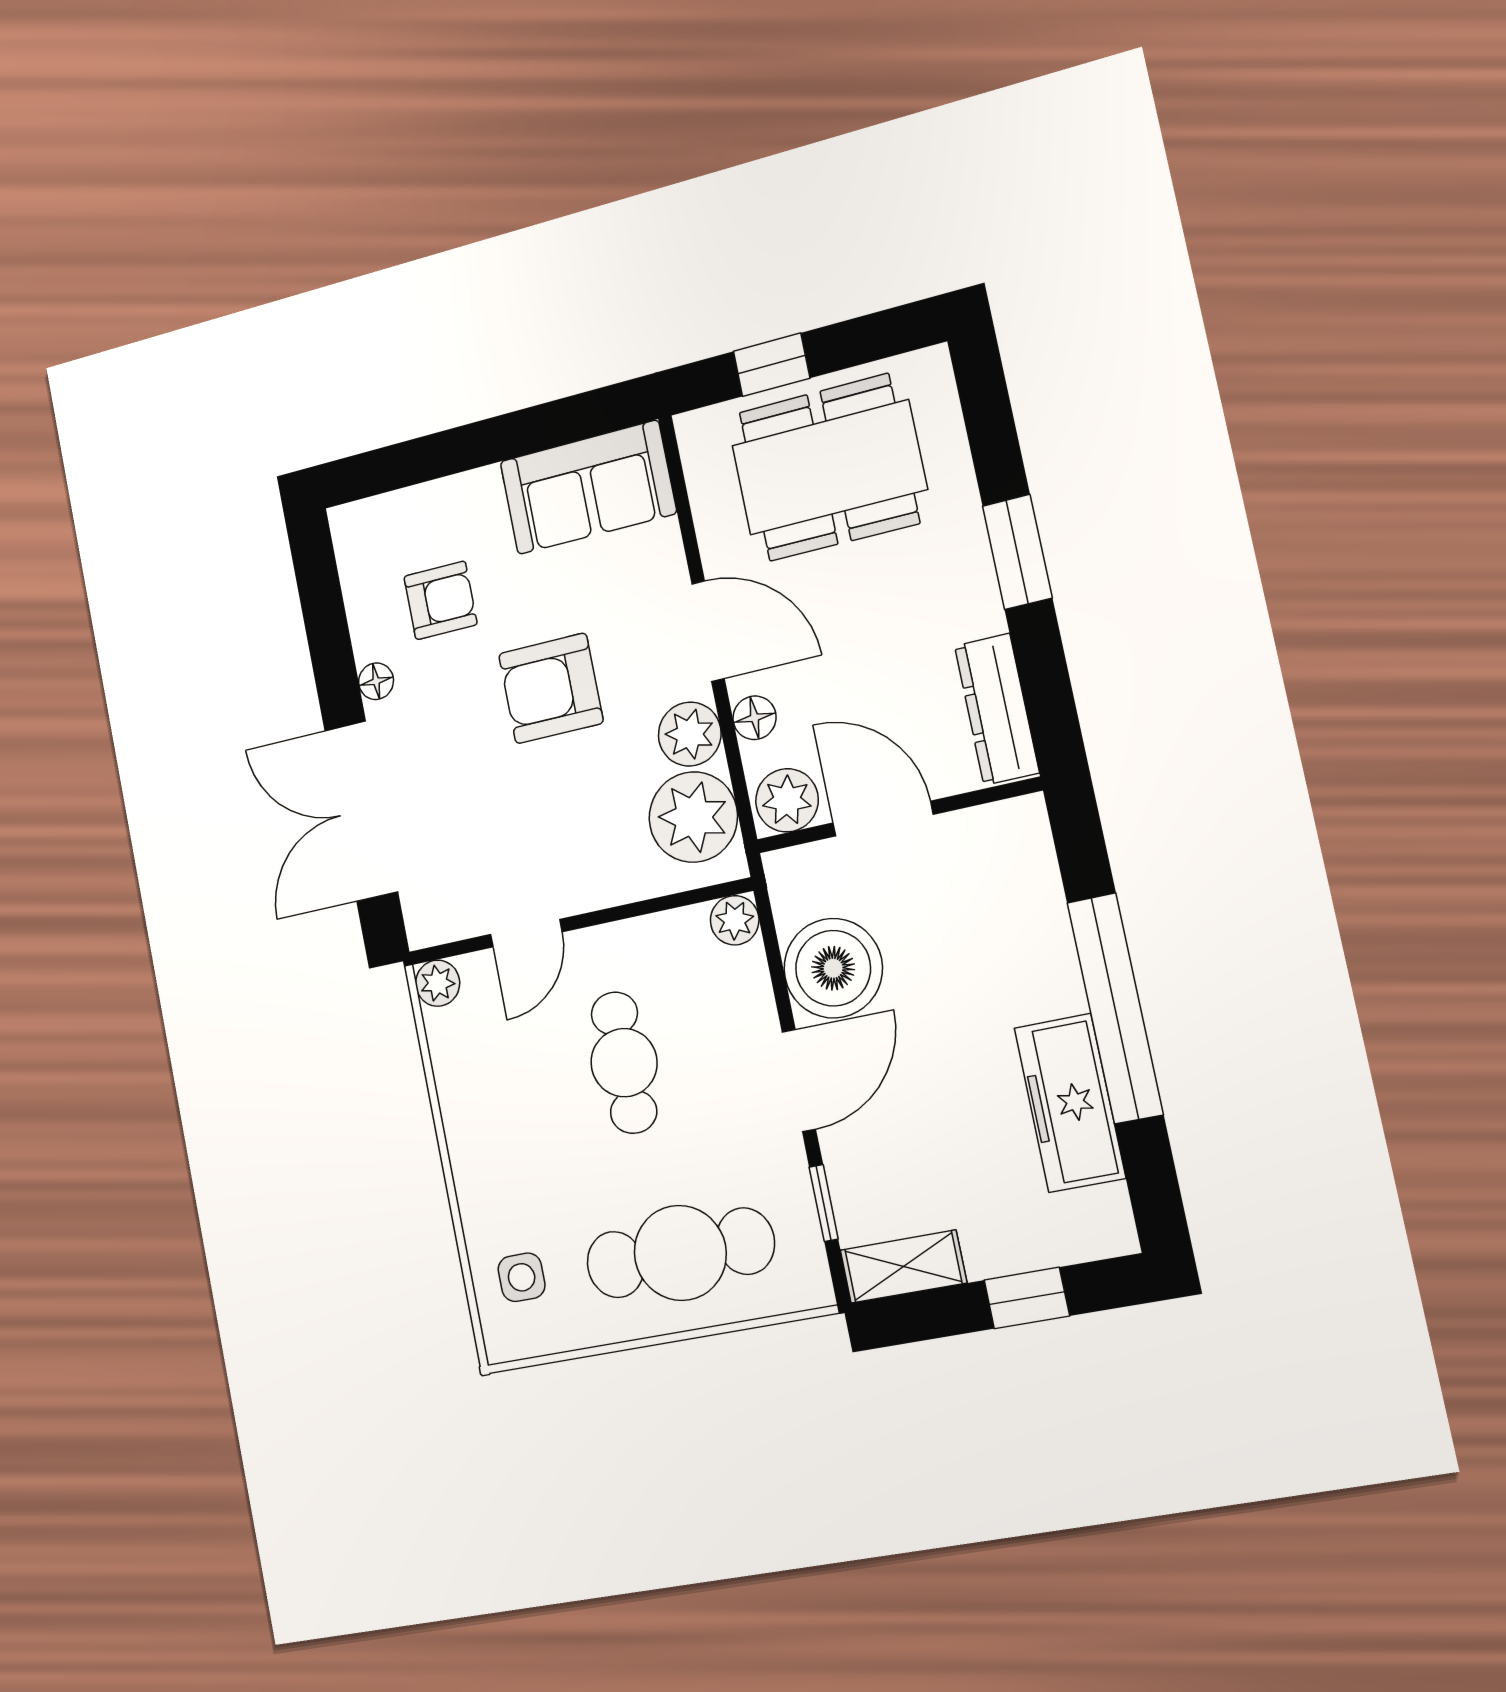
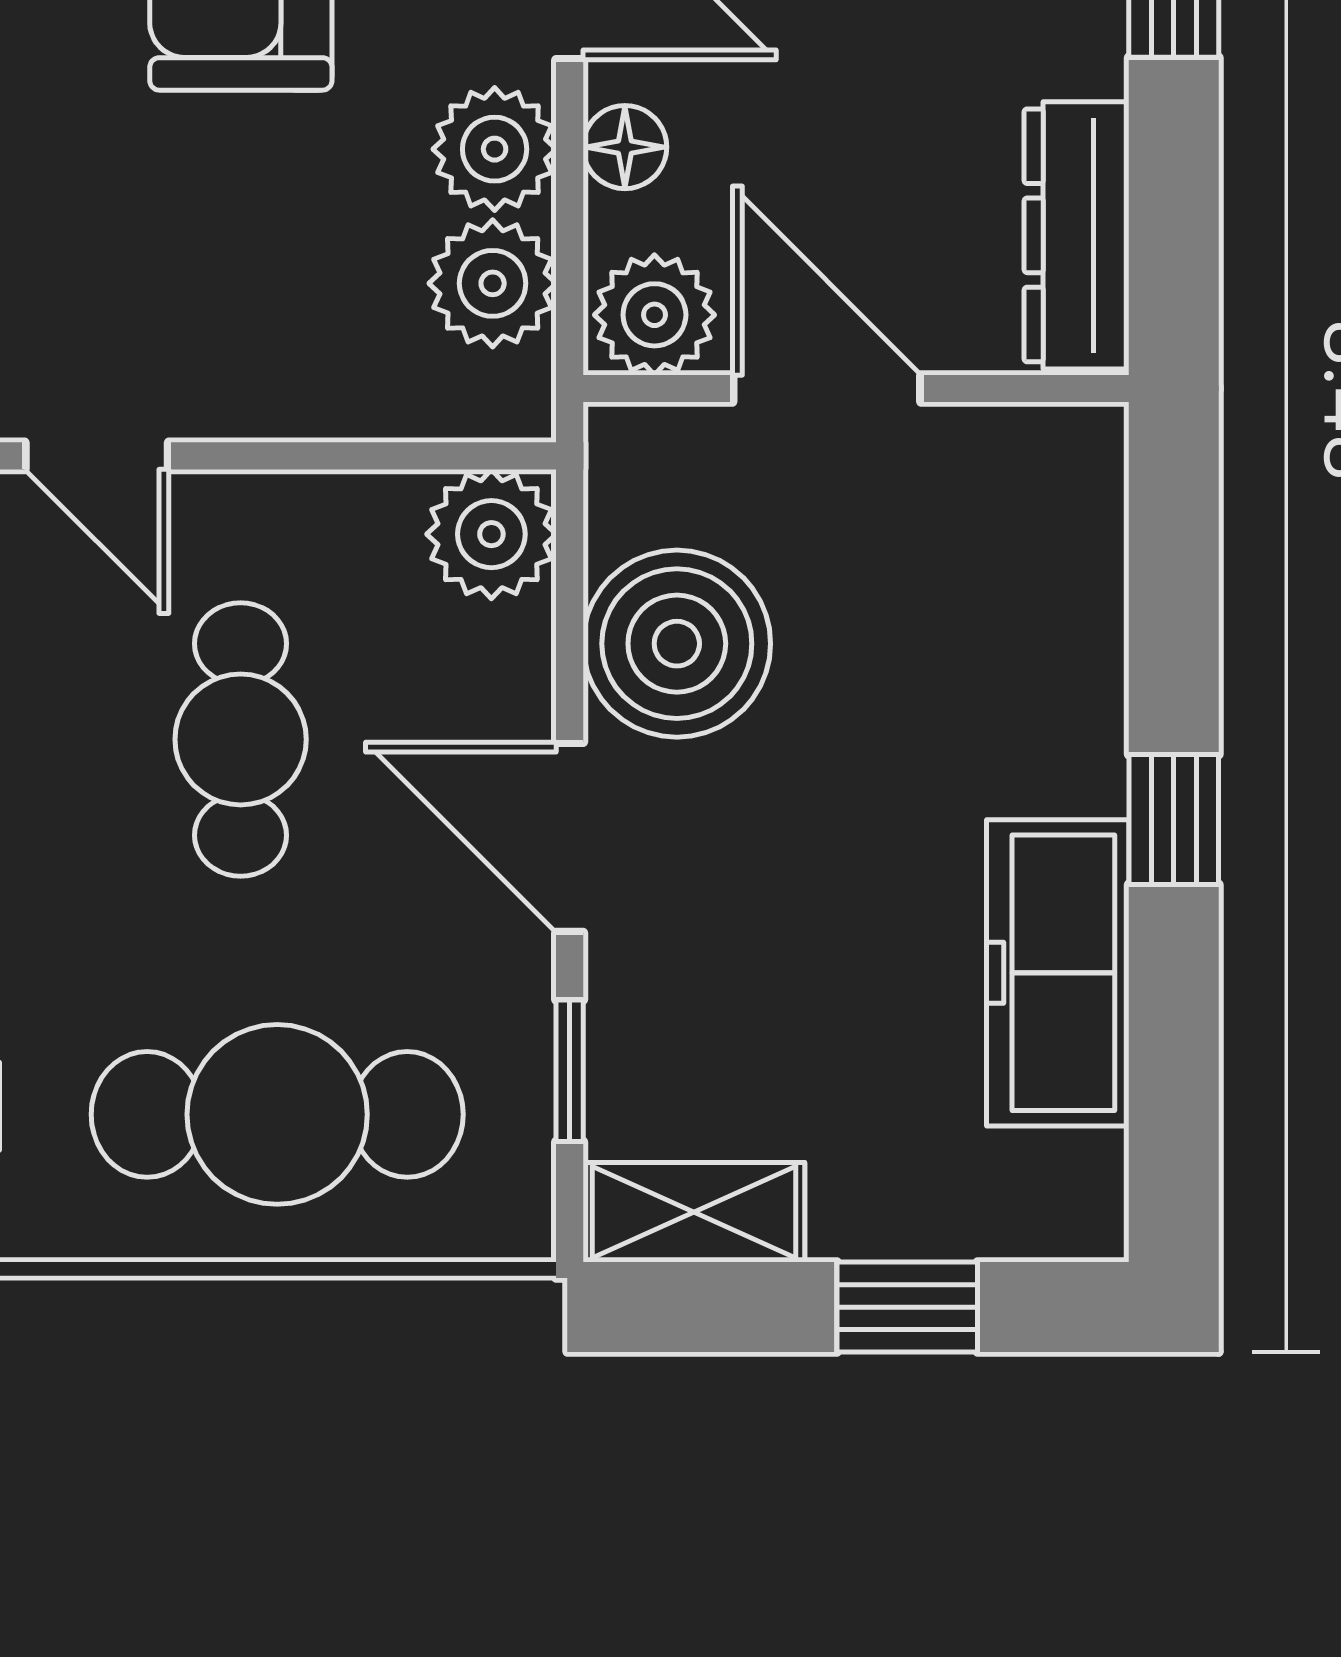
plant: (693, 817) -> (493, 283), width x0.73, depth x0.73
plant: (735, 920) -> (491, 534), width x1.38, depth x1.38
door: (526, 933) -> (97, 456), hinge flipped
window: (1115, 1008) -> (1174, 820), width x0.32
door: (799, 1080) -> (570, 837), swing flipped

